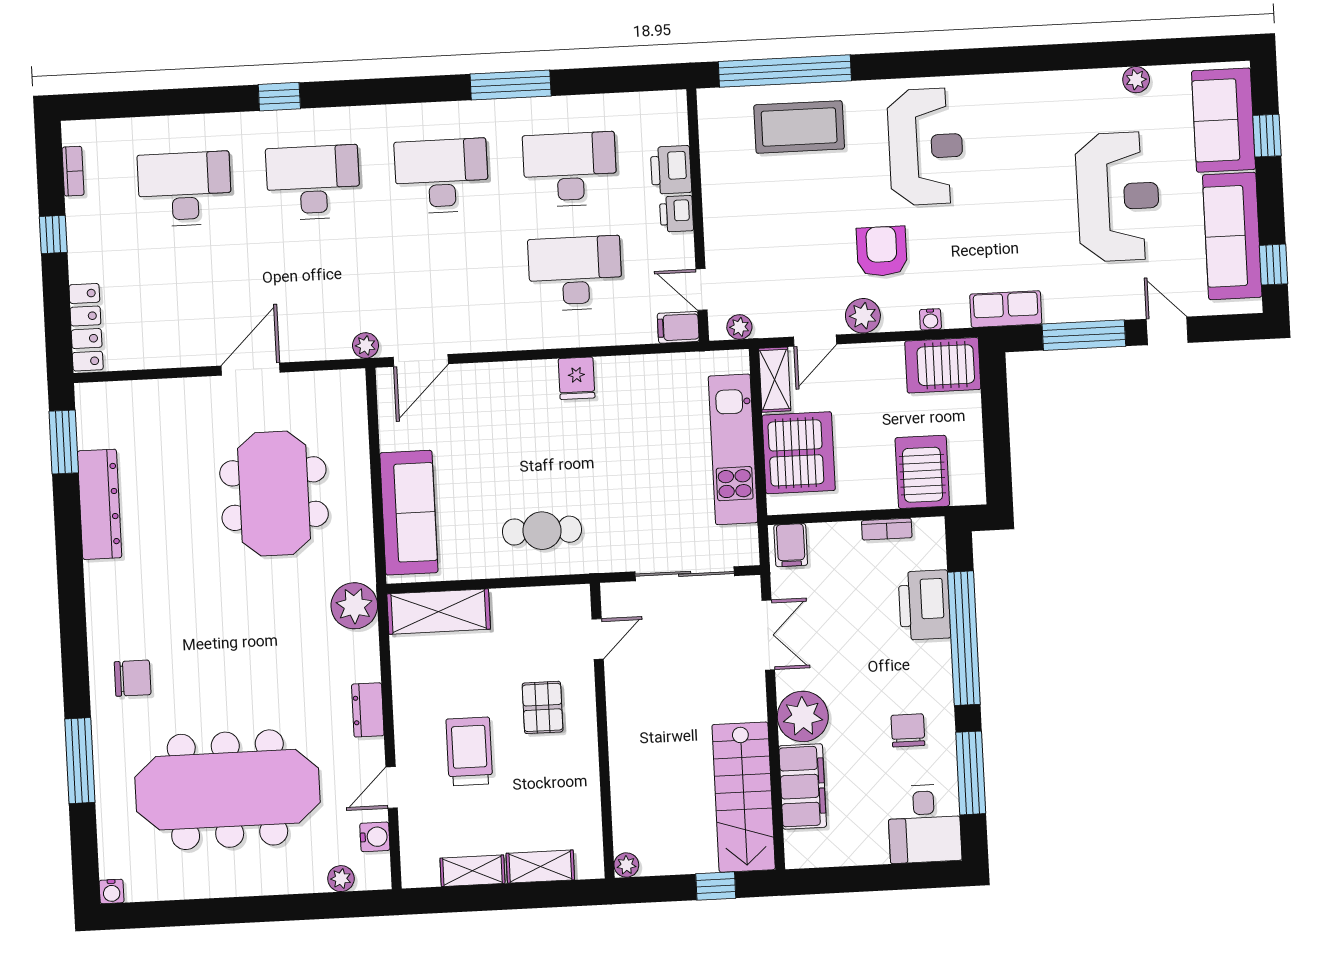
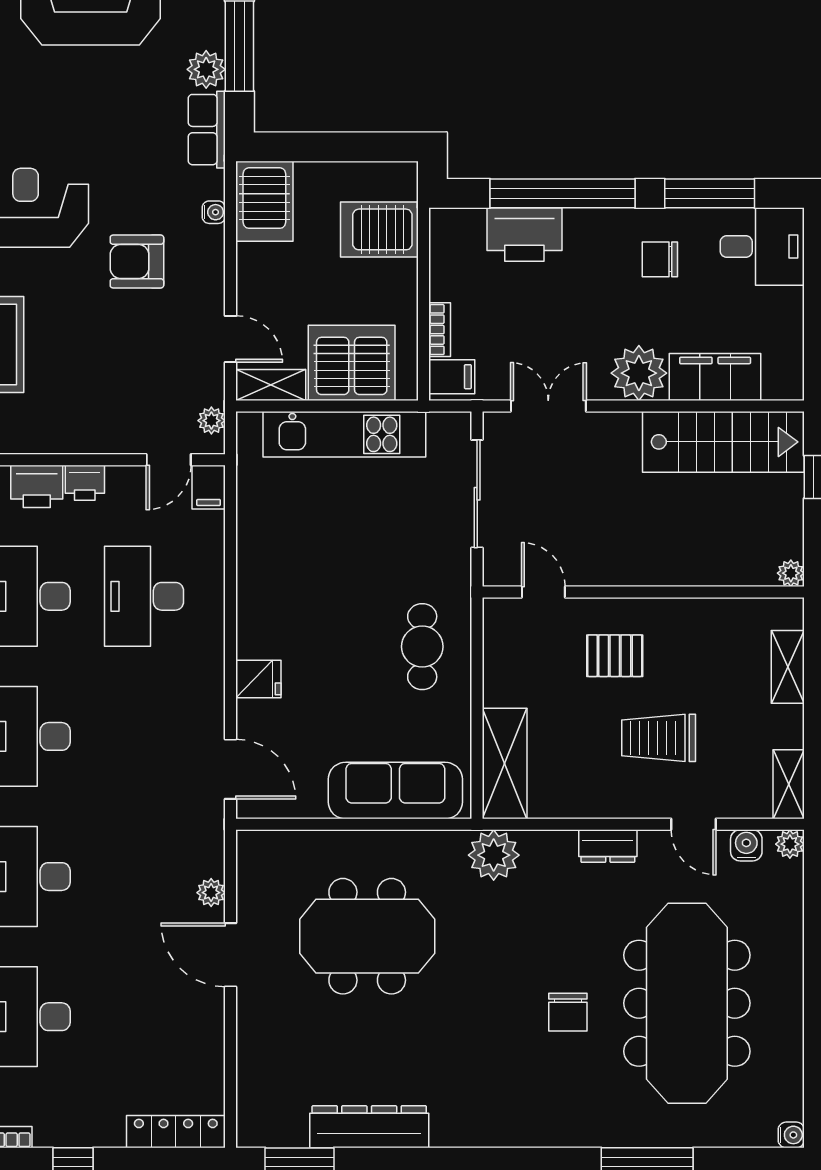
plant: (863, 316) -> (206, 69), moved
plant: (366, 345) -> (211, 893), moved
fridge: (577, 378) -> (258, 679), moved
bookcase: (887, 529) -> (440, 330), moved
chair: (133, 678) -> (568, 1012), moved, turned 180
shelving: (472, 871) -> (789, 784), moved
plant: (341, 879) -> (790, 844), moved

